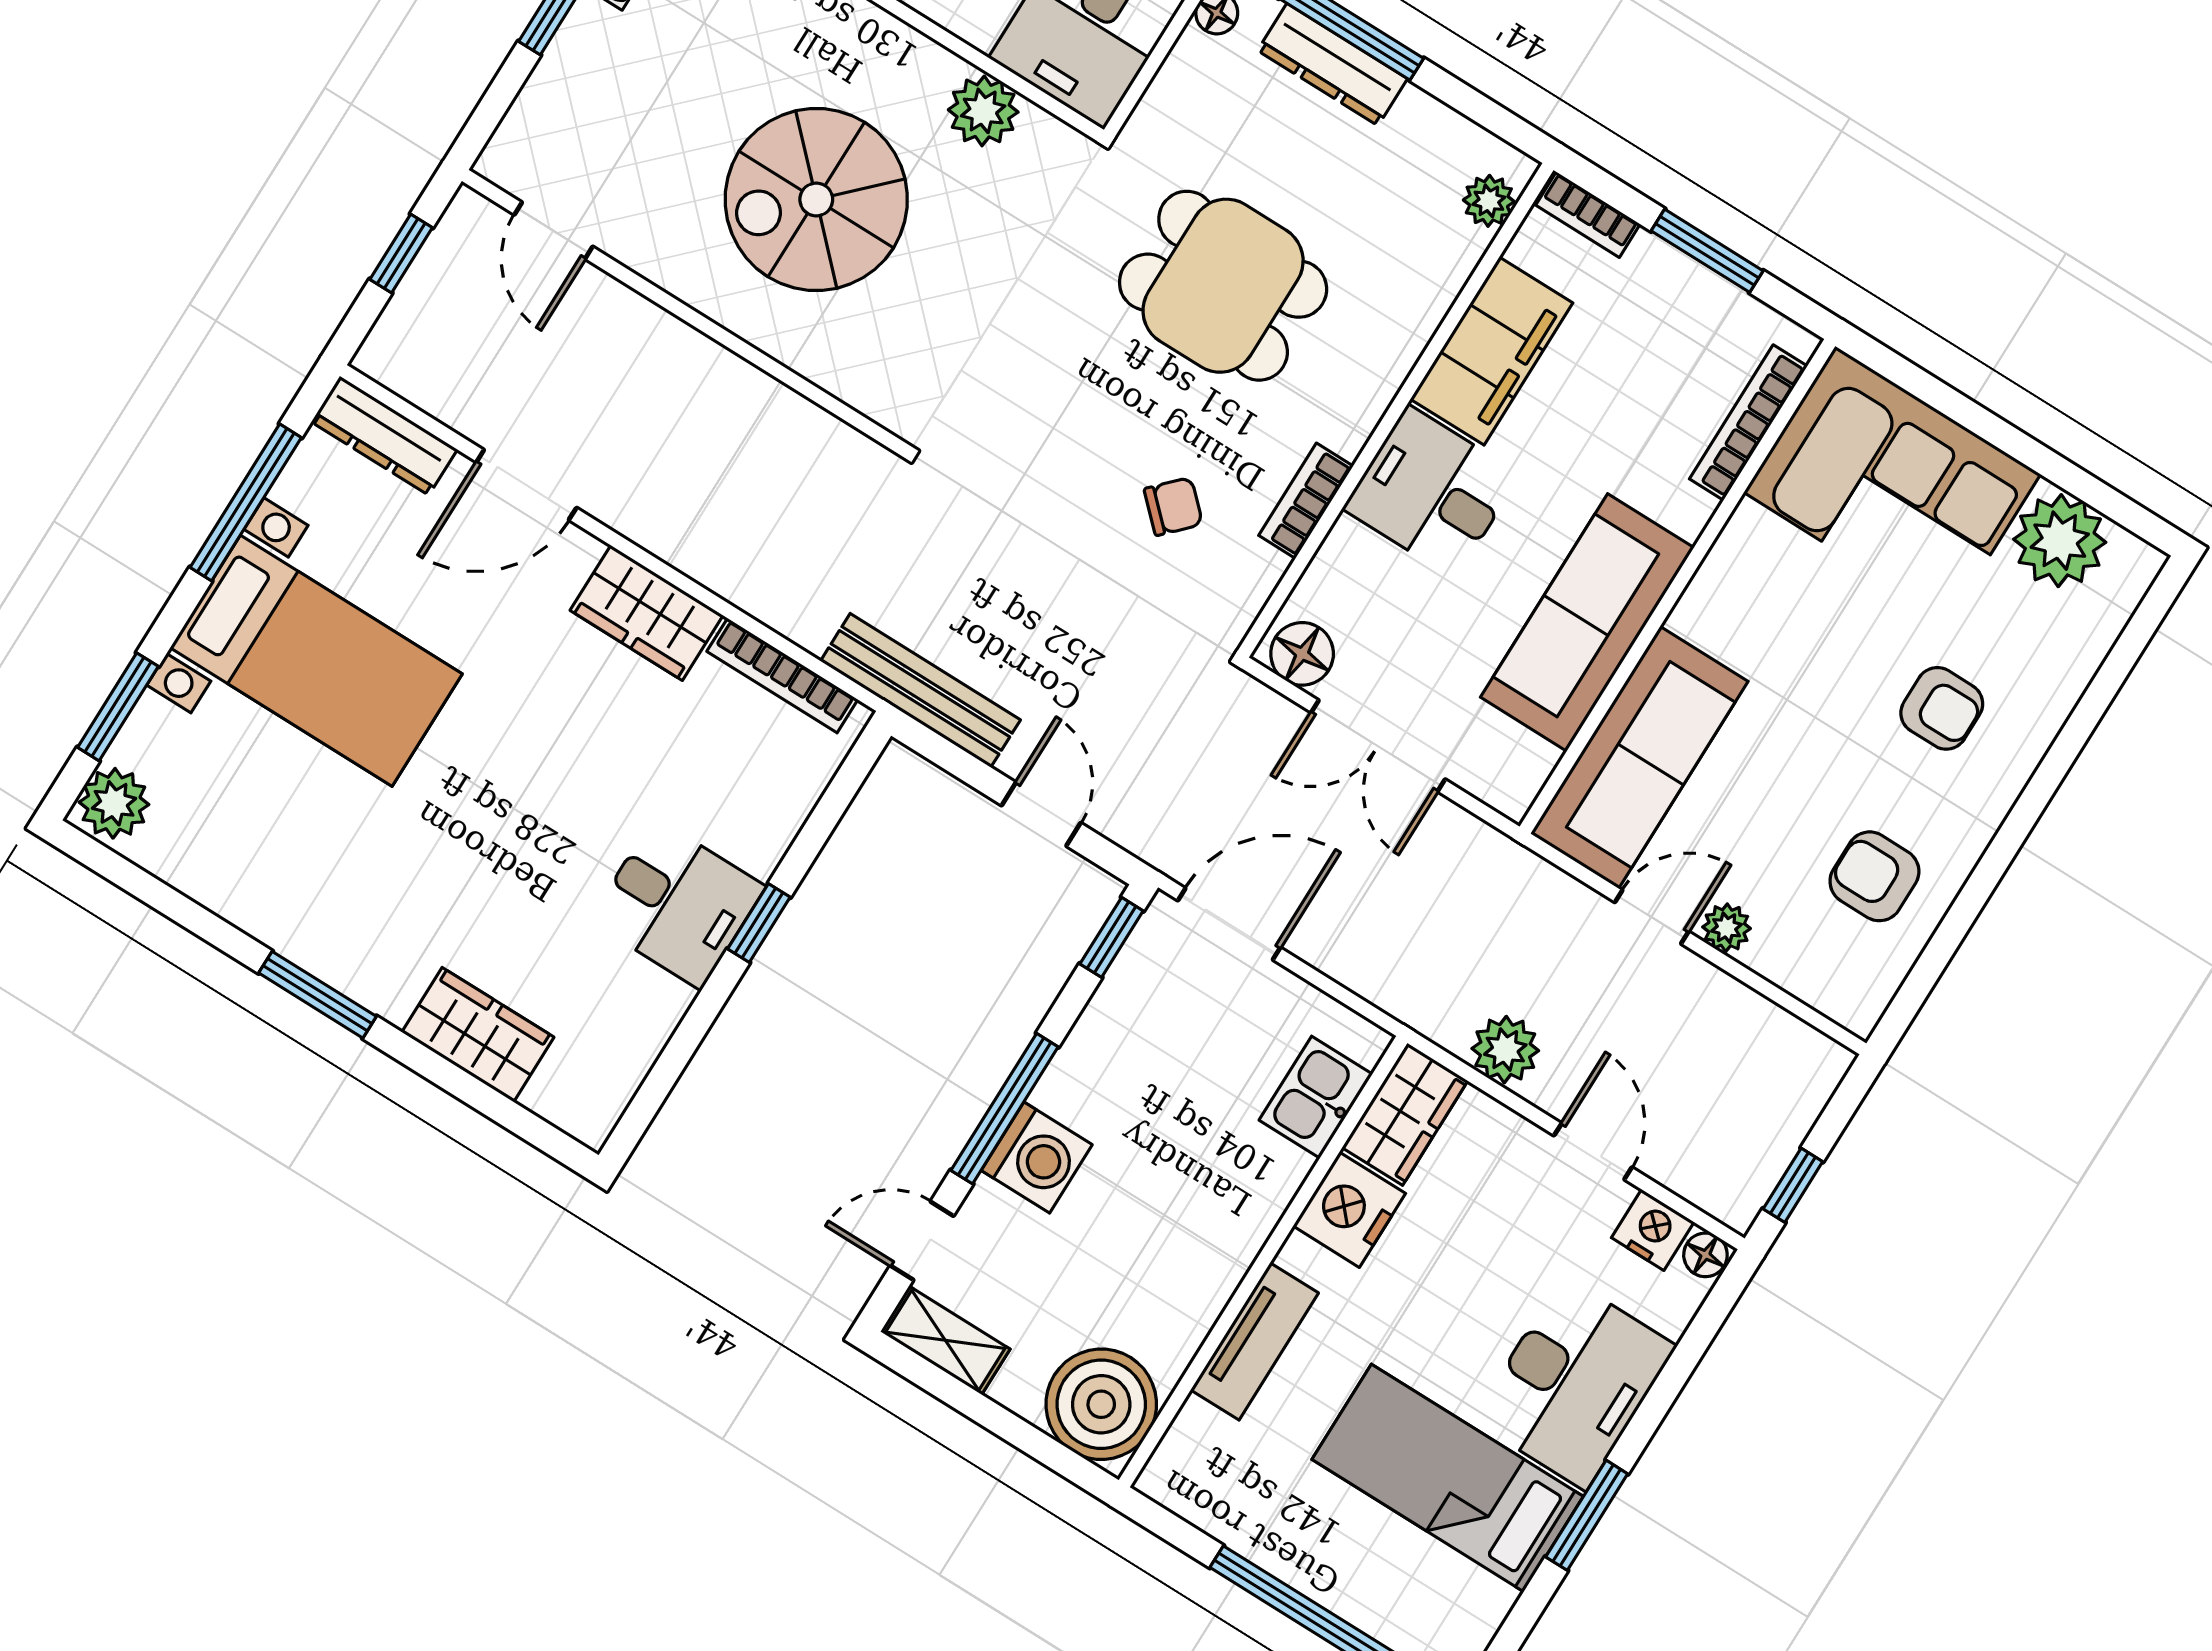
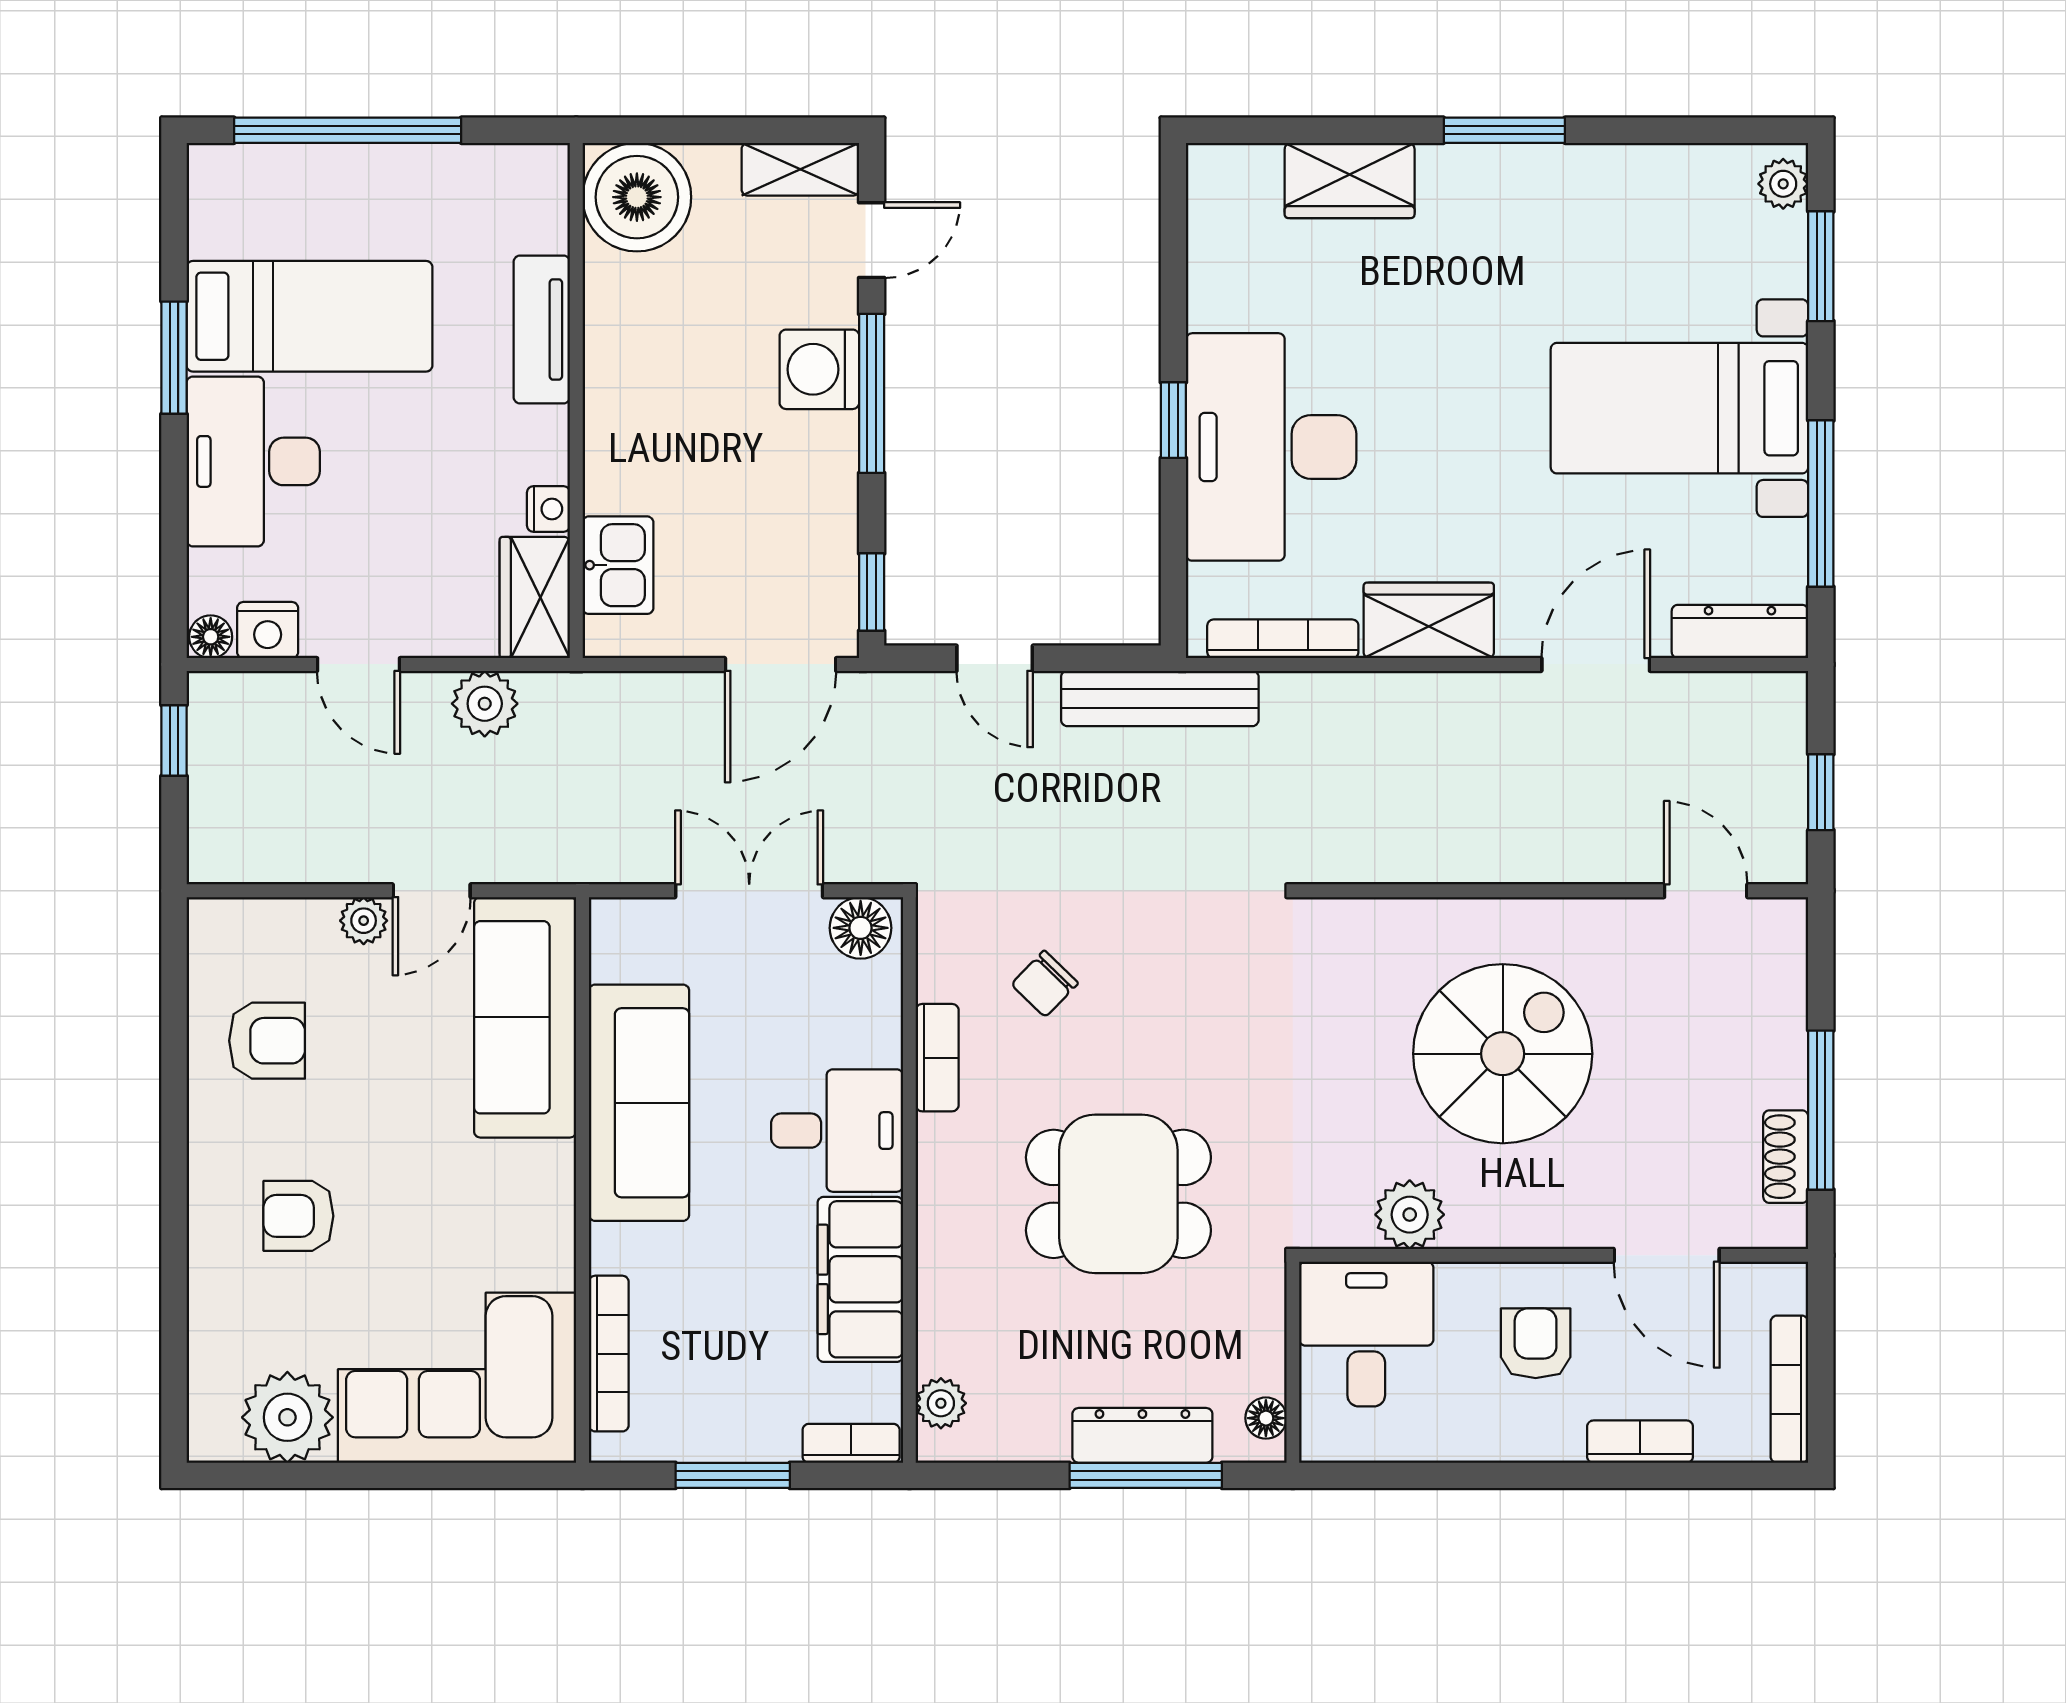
plant: (114, 803) -> (1783, 184), width x0.73, depth x0.73
desk: (677, 904) -> (1271, 447), width x1.87, depth x1.30
nightstand: (1349, 1210) -> (548, 509), width x0.53, depth x0.56

